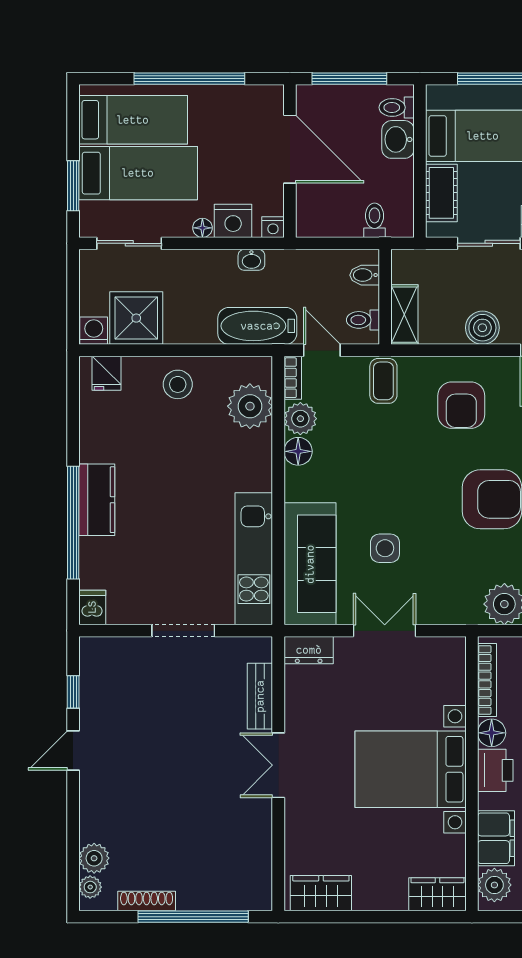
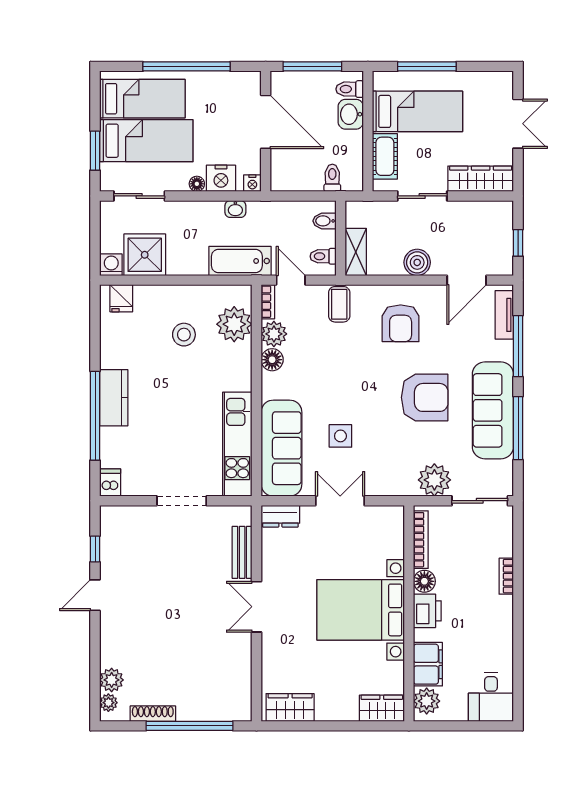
stool: (178, 384) -> (184, 335), moved

